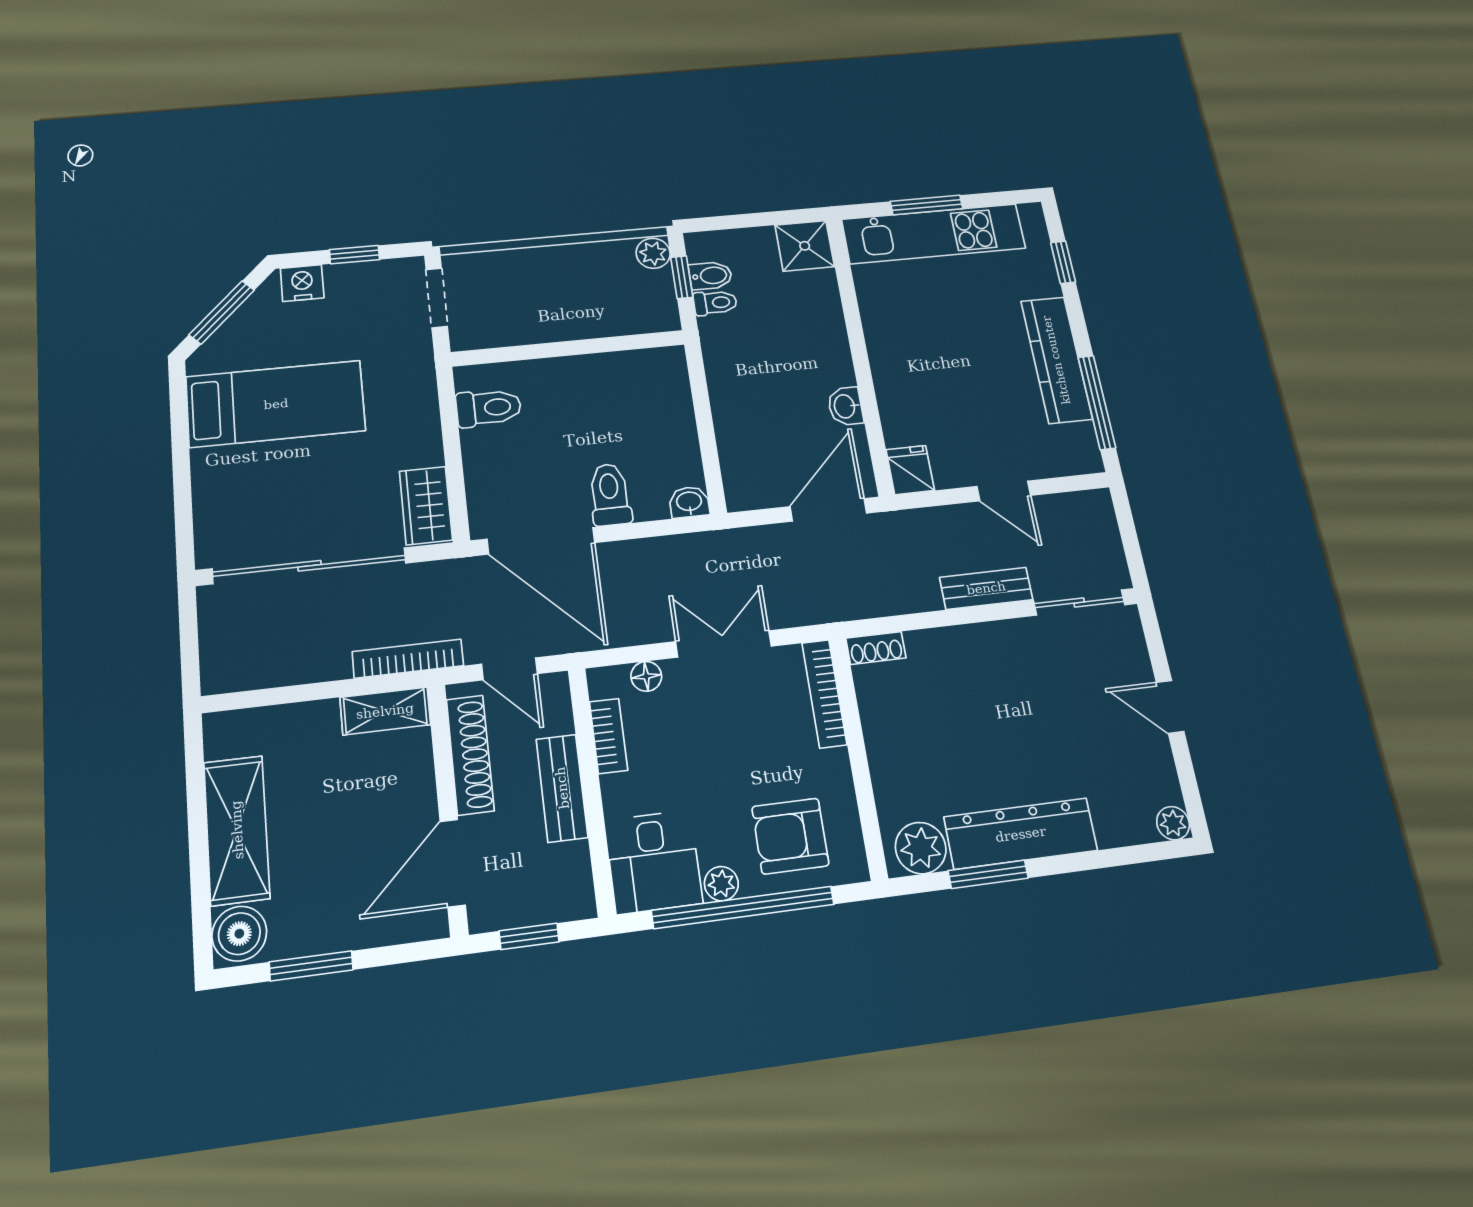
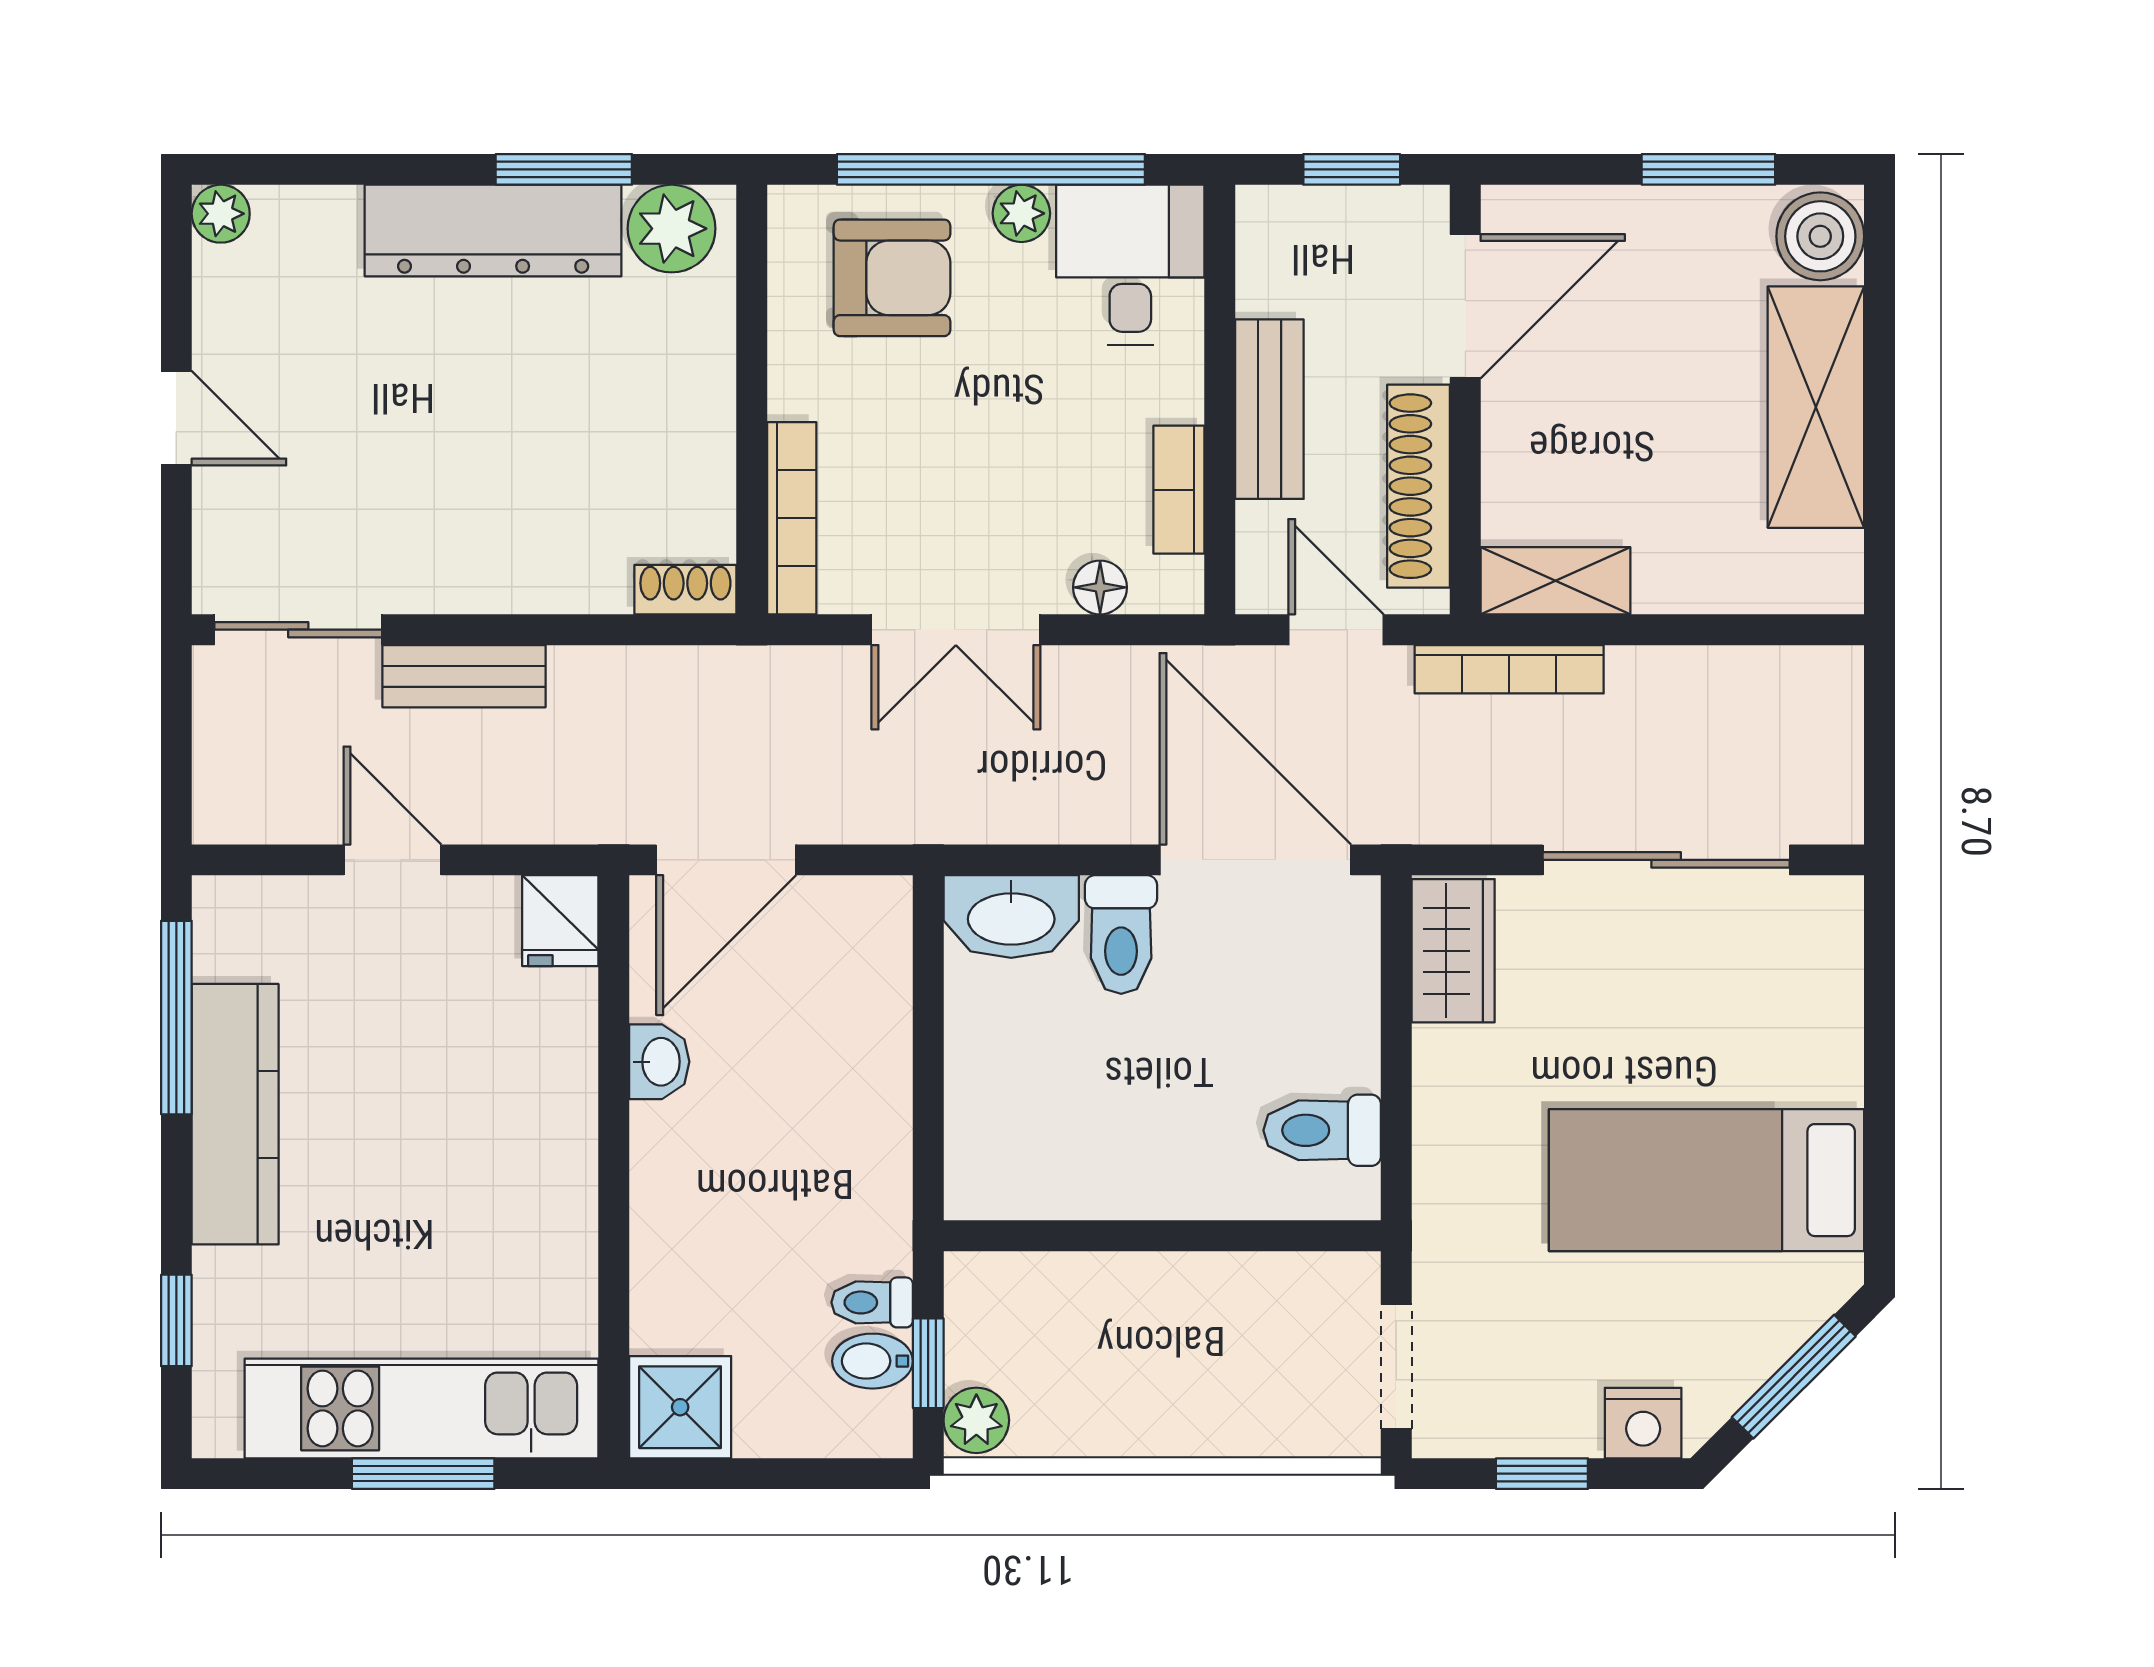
washbasin: (689, 502) -> (1011, 917), width x1.91, depth x1.45
sliding door: (310, 566) -> (1666, 860), width x0.73

